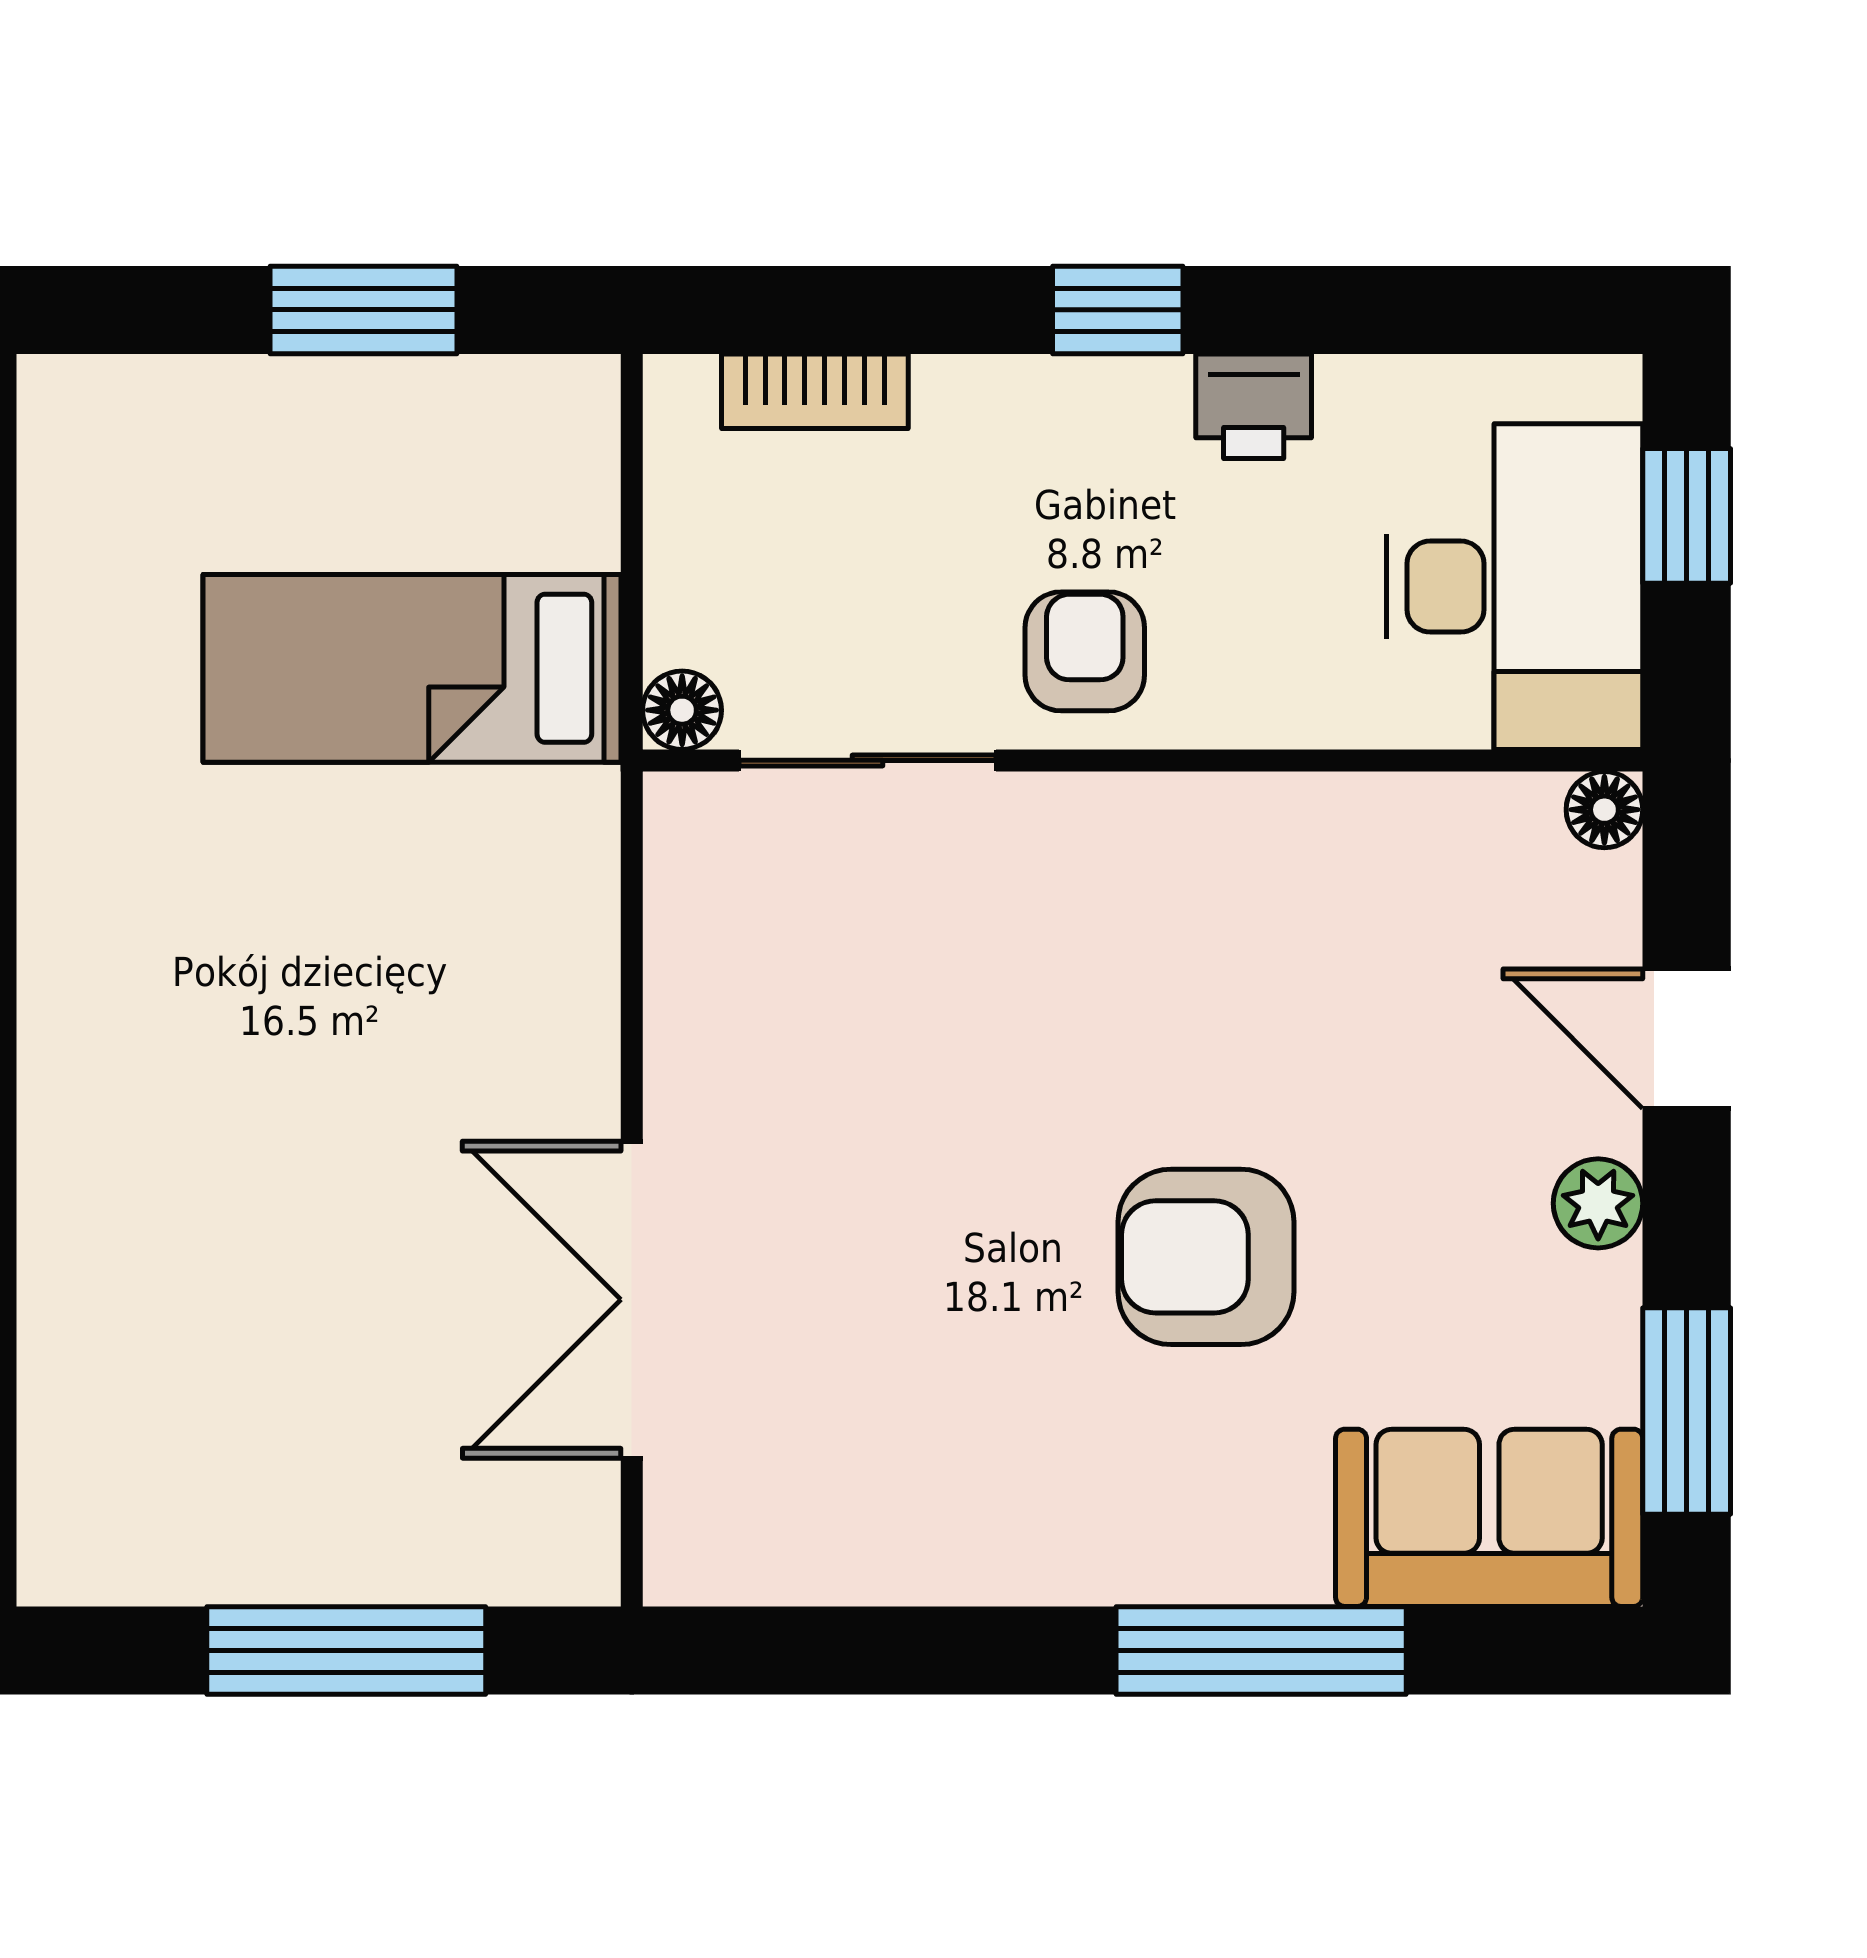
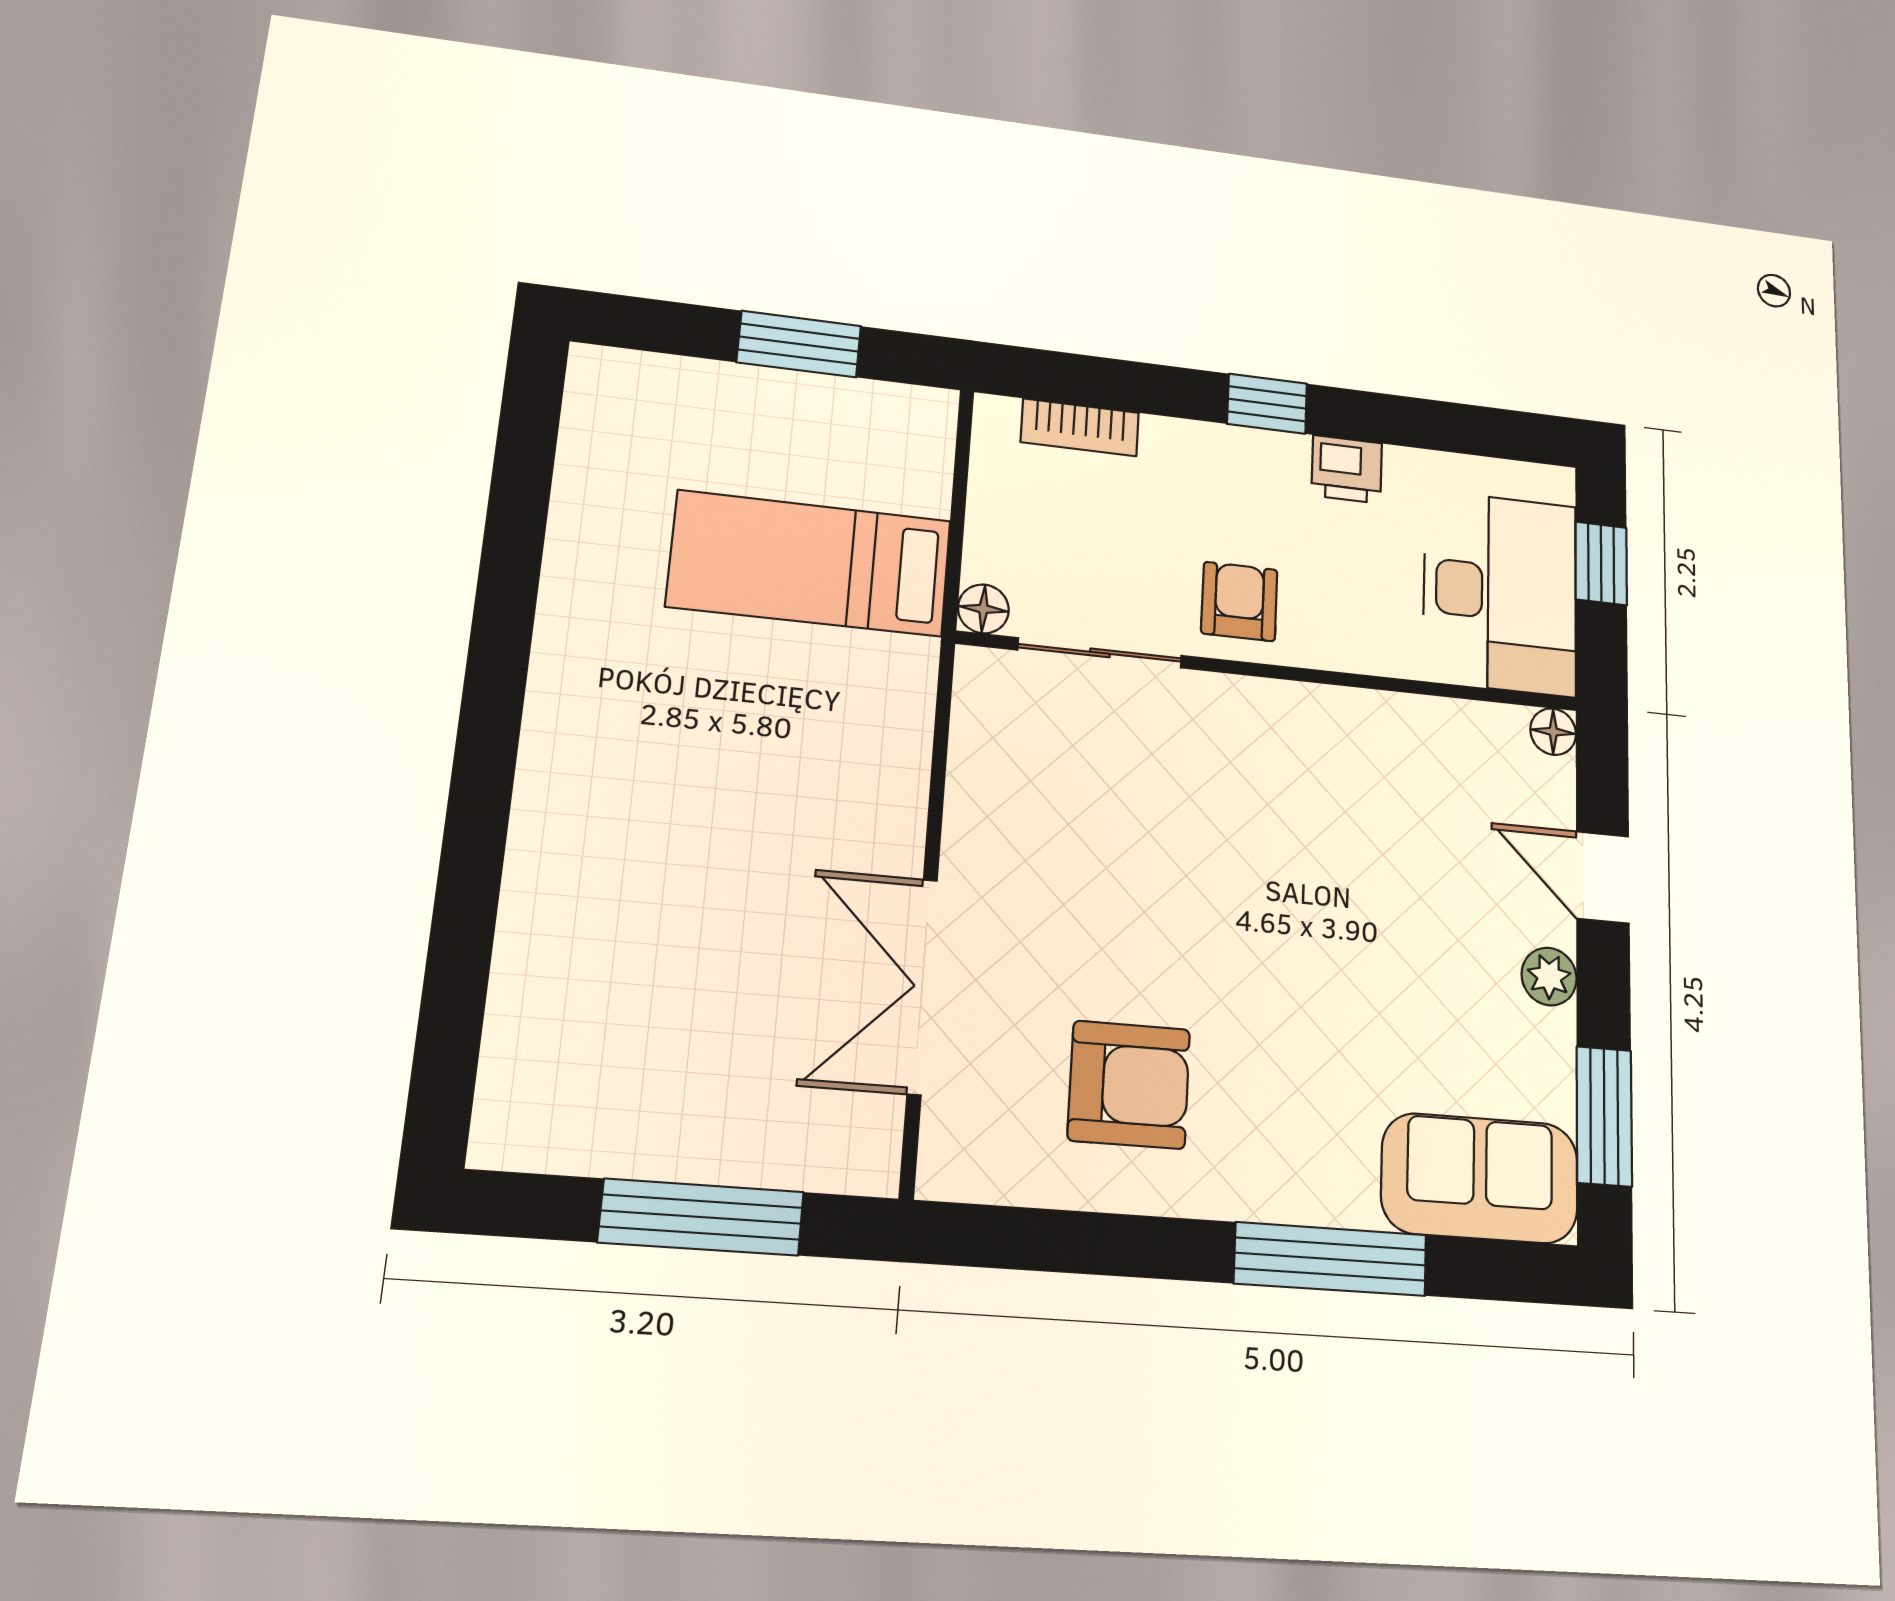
armchair: (1206, 1257) -> (1129, 1085), moved, turned 180

